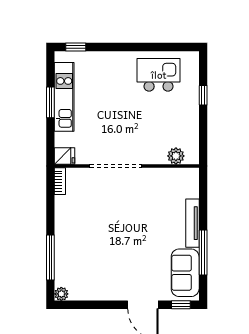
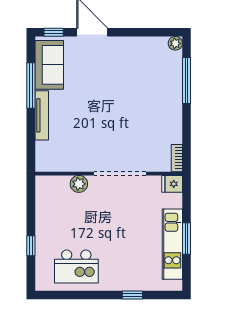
window: (76, 47) -> (132, 295), moved
plant: (176, 156) -> (79, 184), moved

